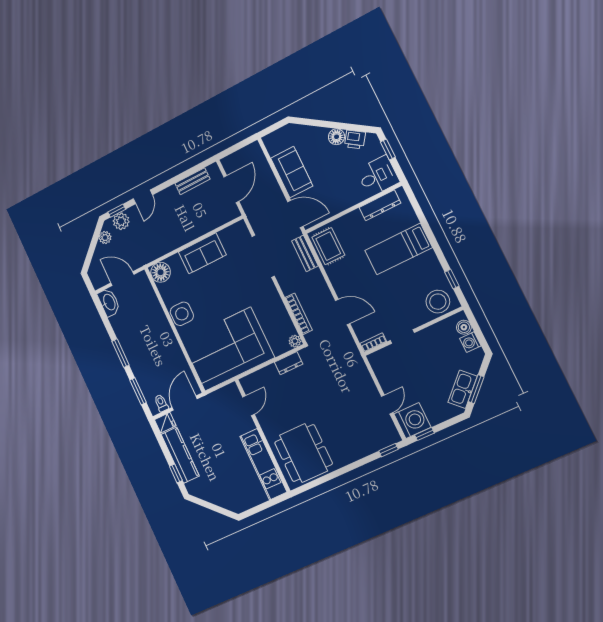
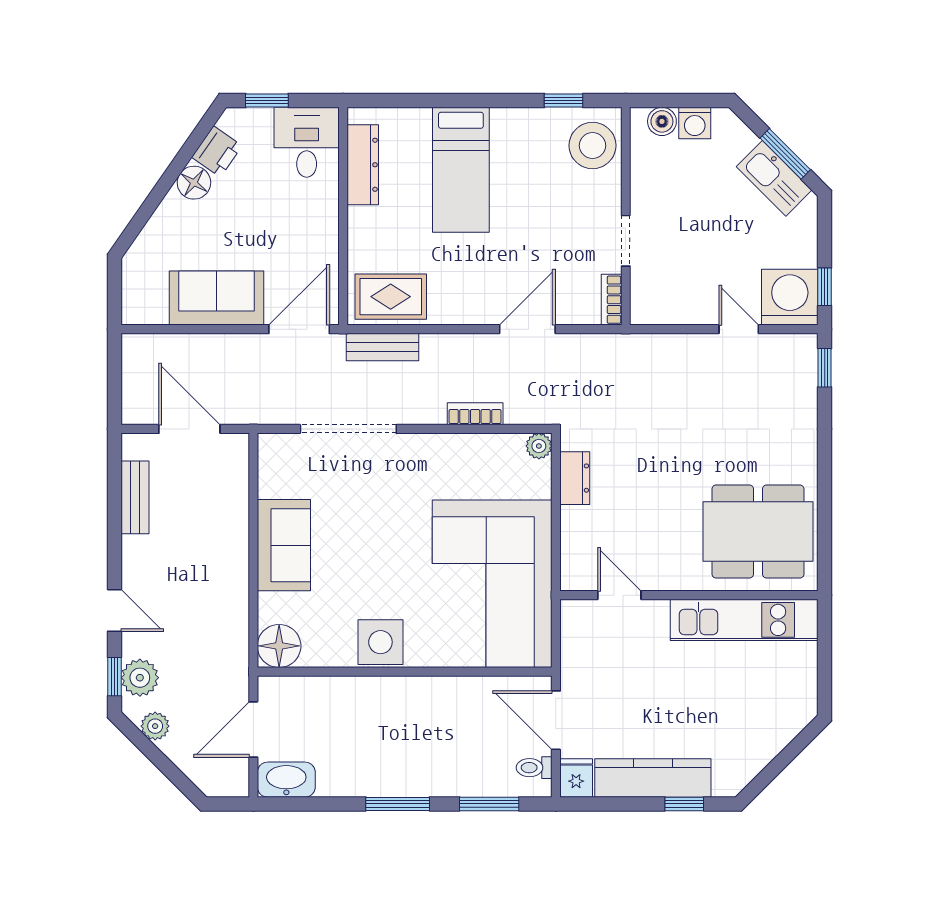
bookcase: (299, 314) -> (475, 414), width x0.64

